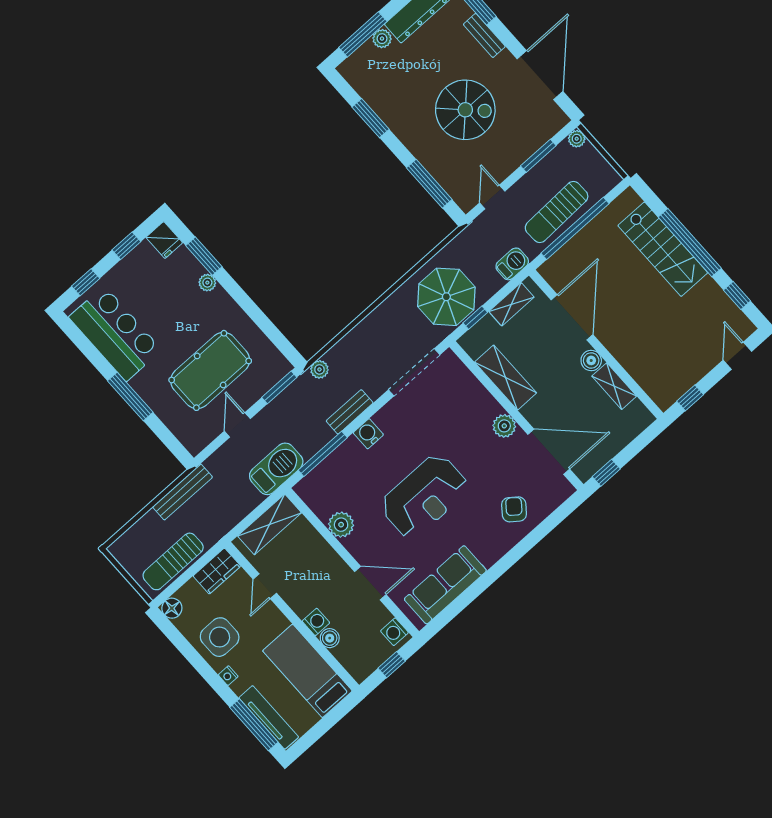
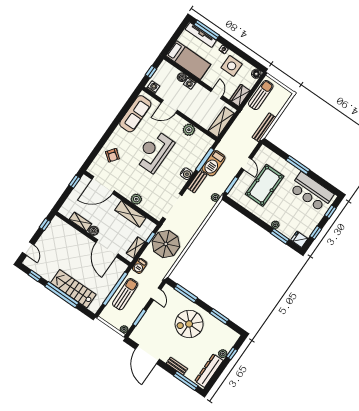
window: (363, 34) -> (232, 353), width x0.46
spiral stairs: (465, 110) -> (189, 324), moved
plant: (504, 426) -> (136, 199), moved
barbecue: (276, 469) -> (214, 163), moved

